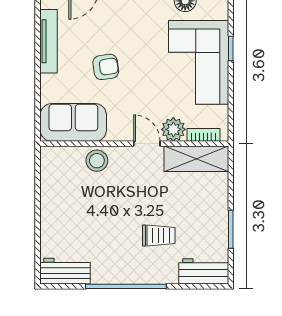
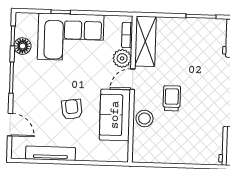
sofa: (73, 122) -> (115, 115), moved
trolley: (159, 235) -> (172, 98), moved

